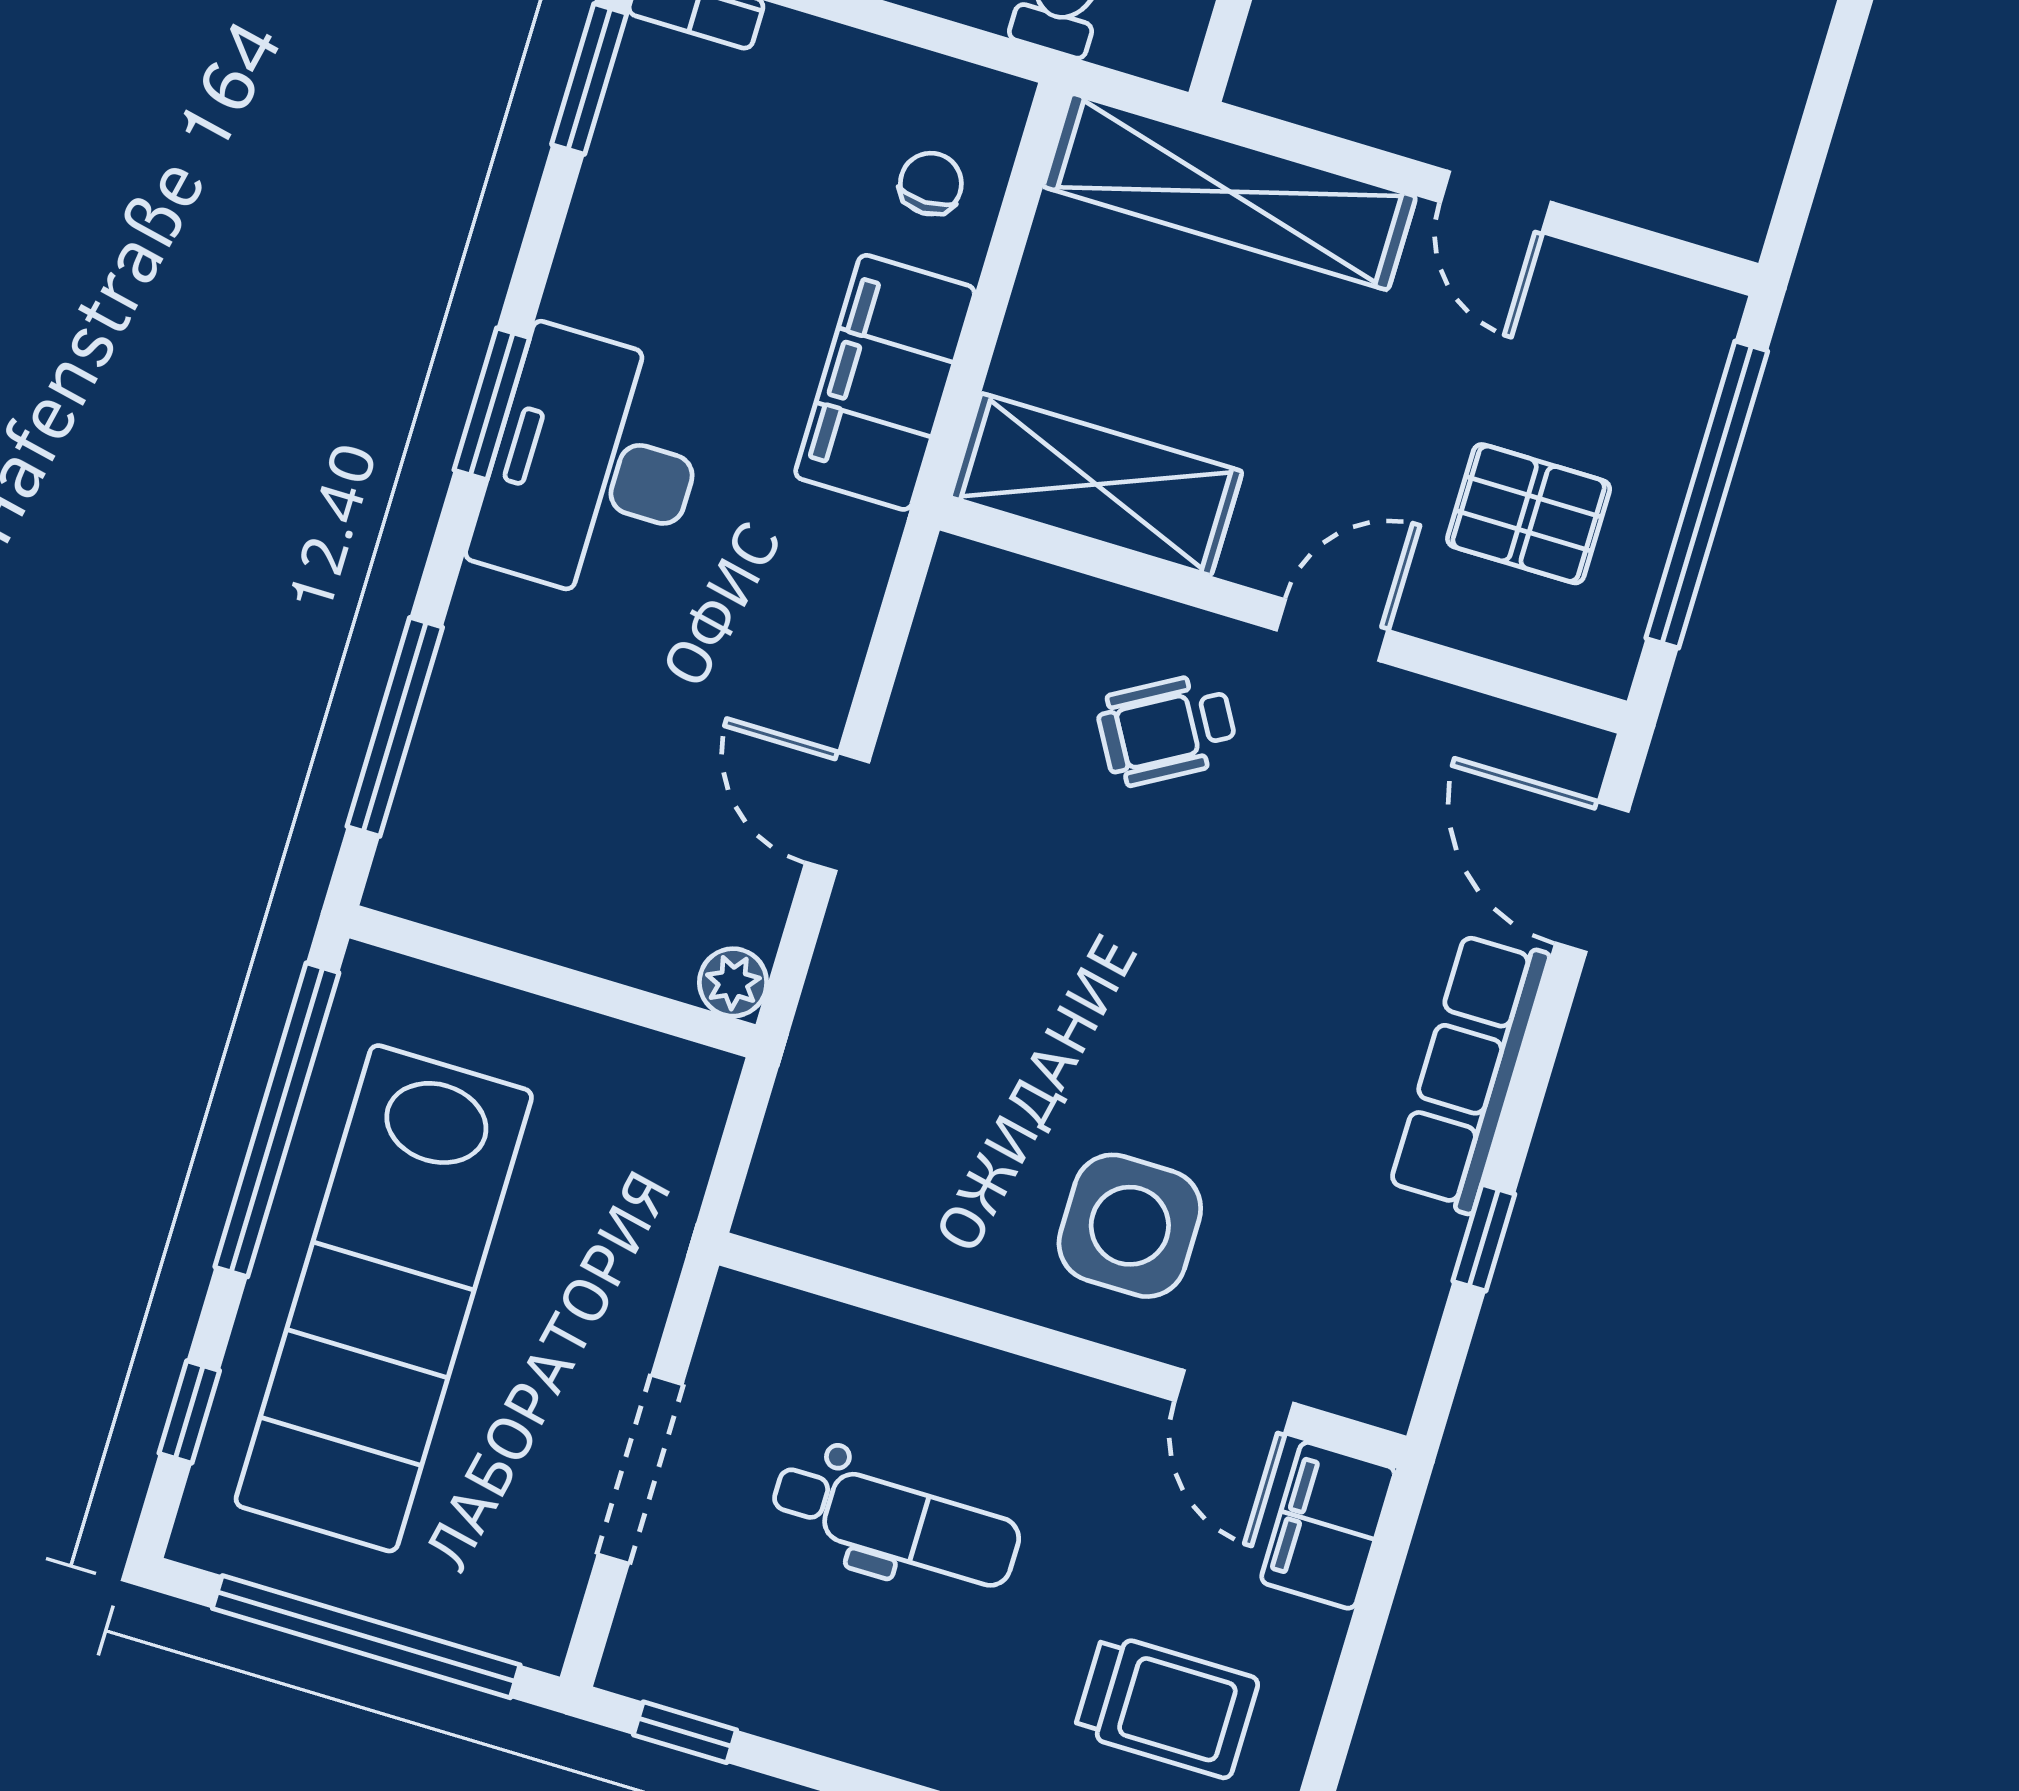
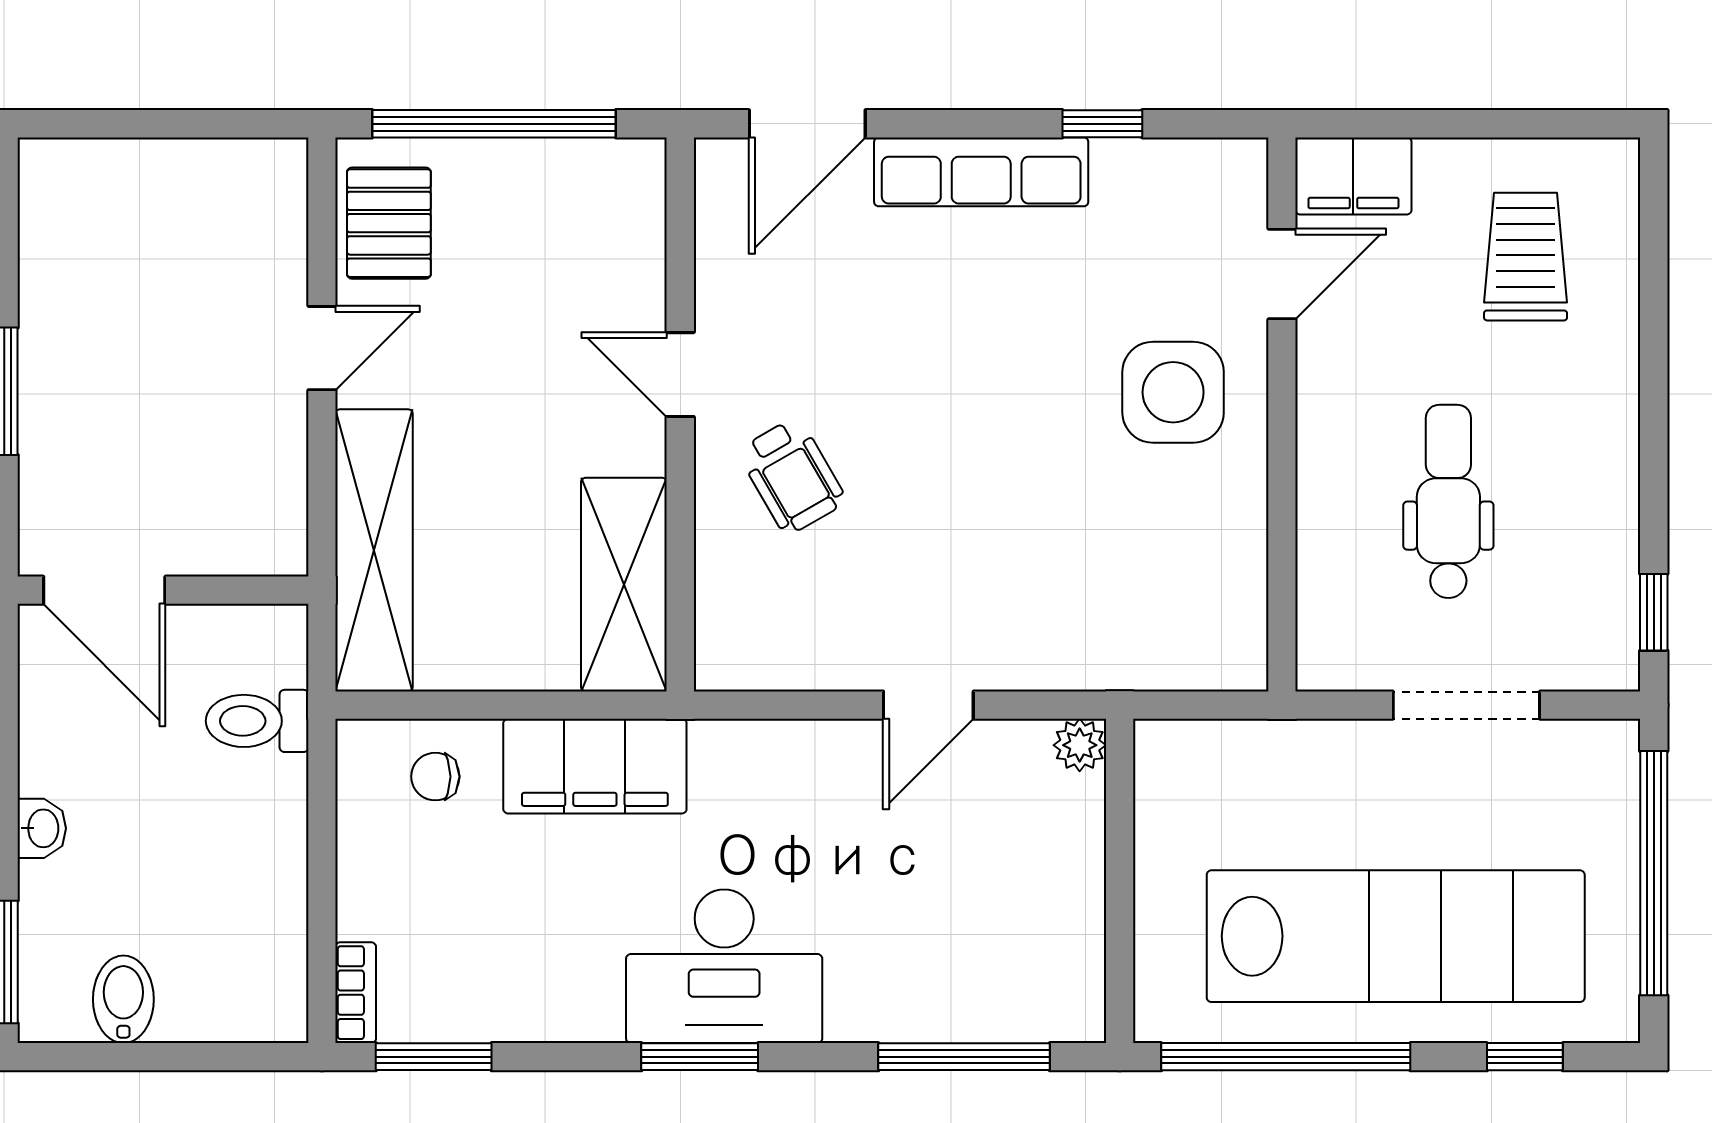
pallet: (1529, 514) -> (389, 223), moved

